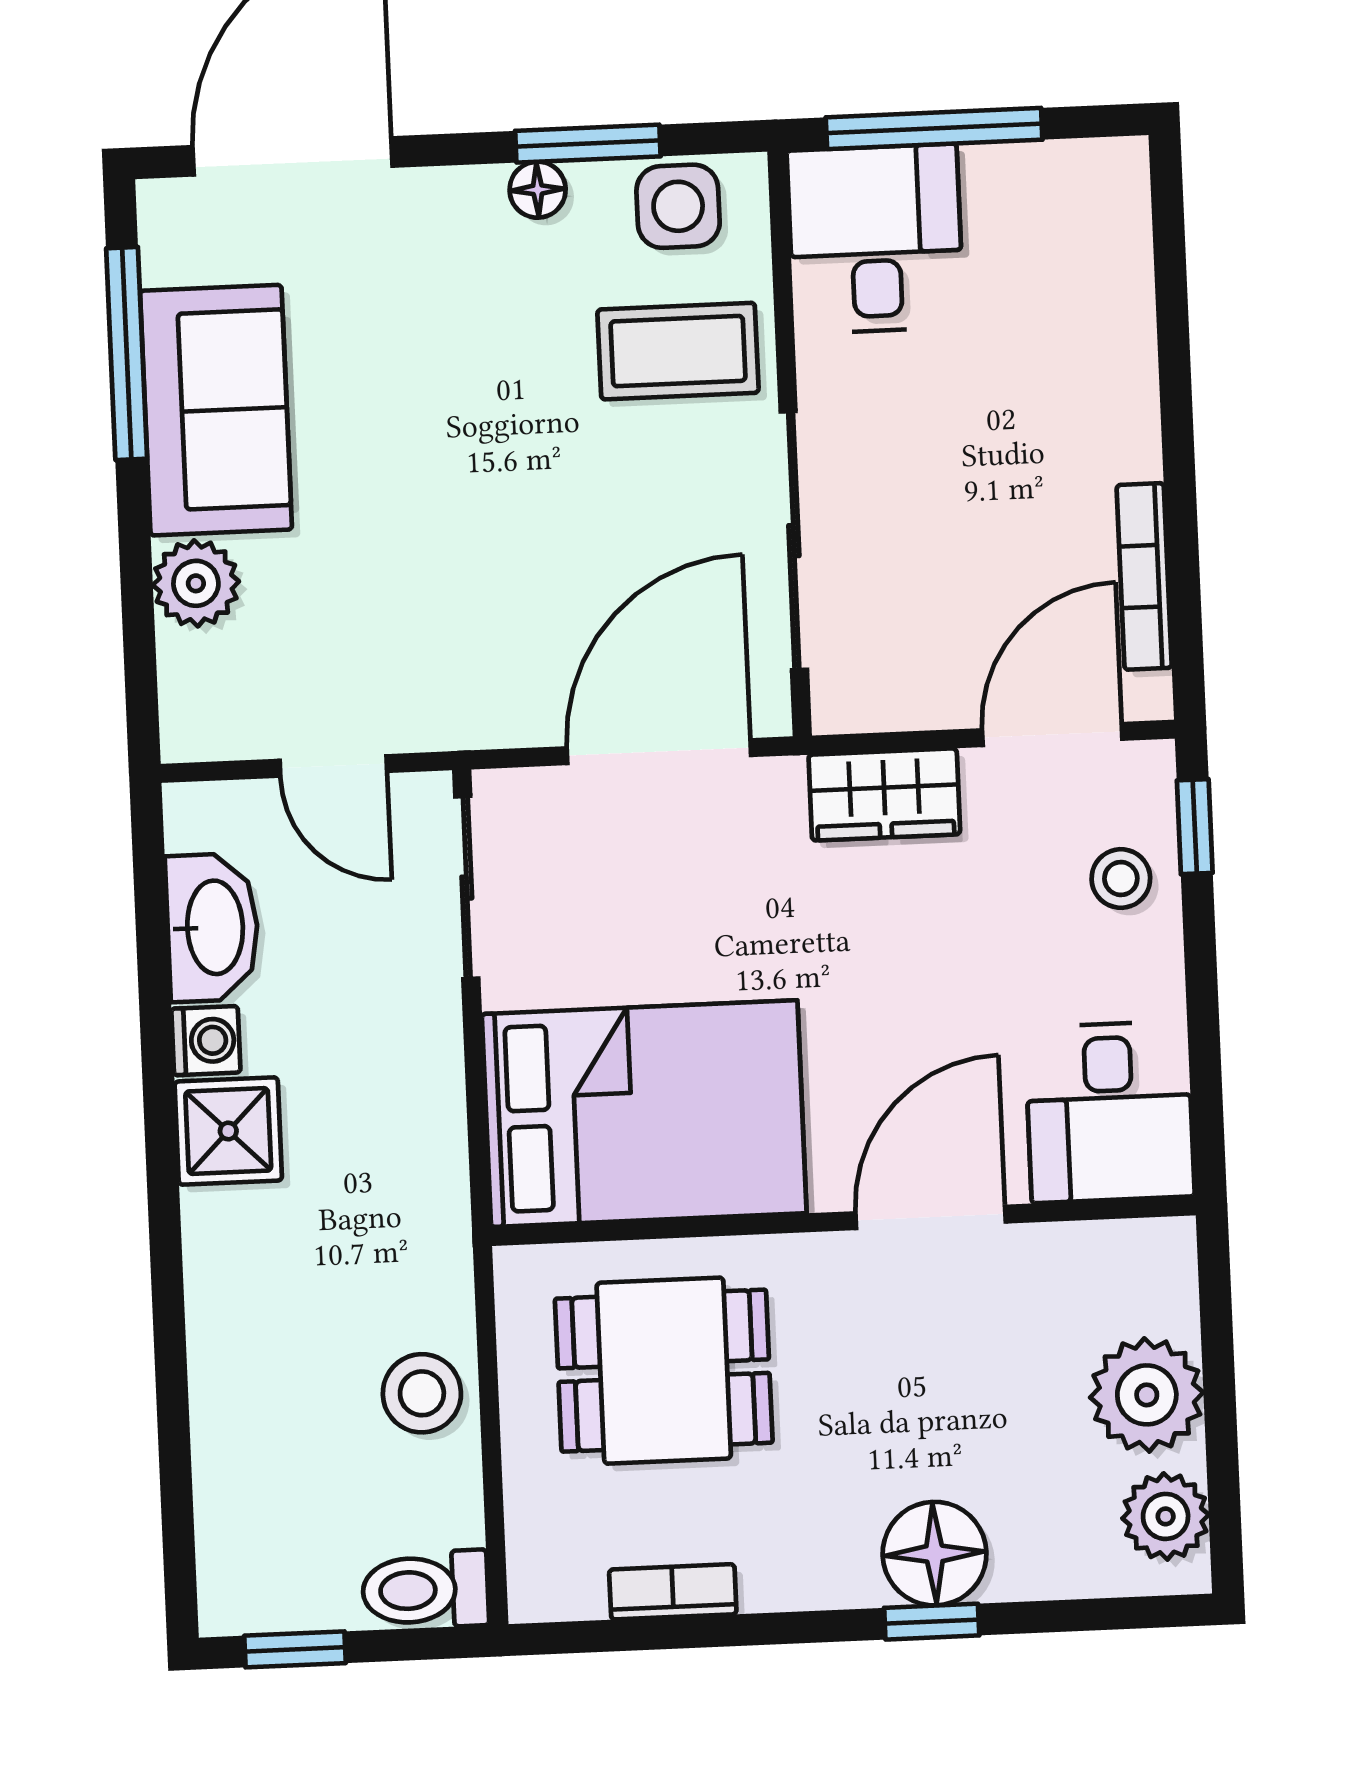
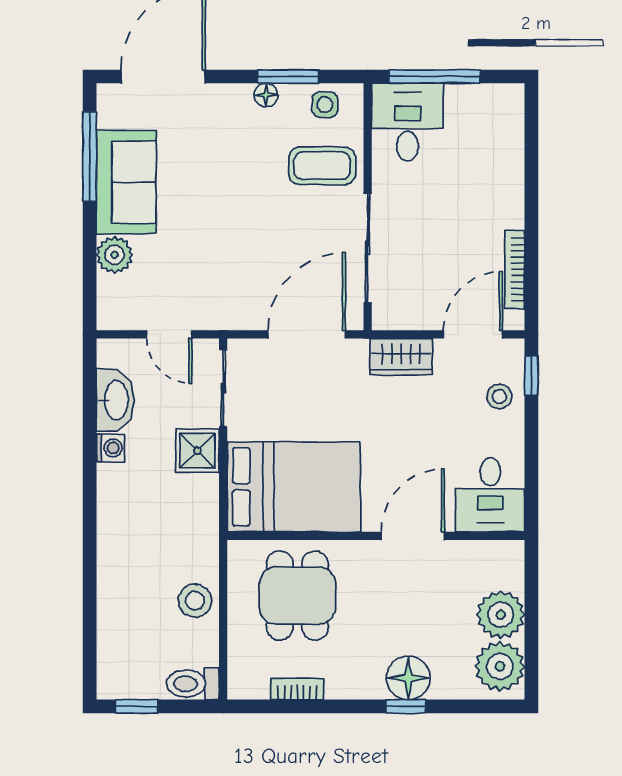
side table: (678, 206) -> (325, 105), width x0.73, depth x0.73
shower: (228, 1131) -> (197, 451), moved
dining table: (664, 1371) -> (297, 596), turned 90
plant: (1166, 1516) -> (500, 666), width x1.36, depth x1.36

